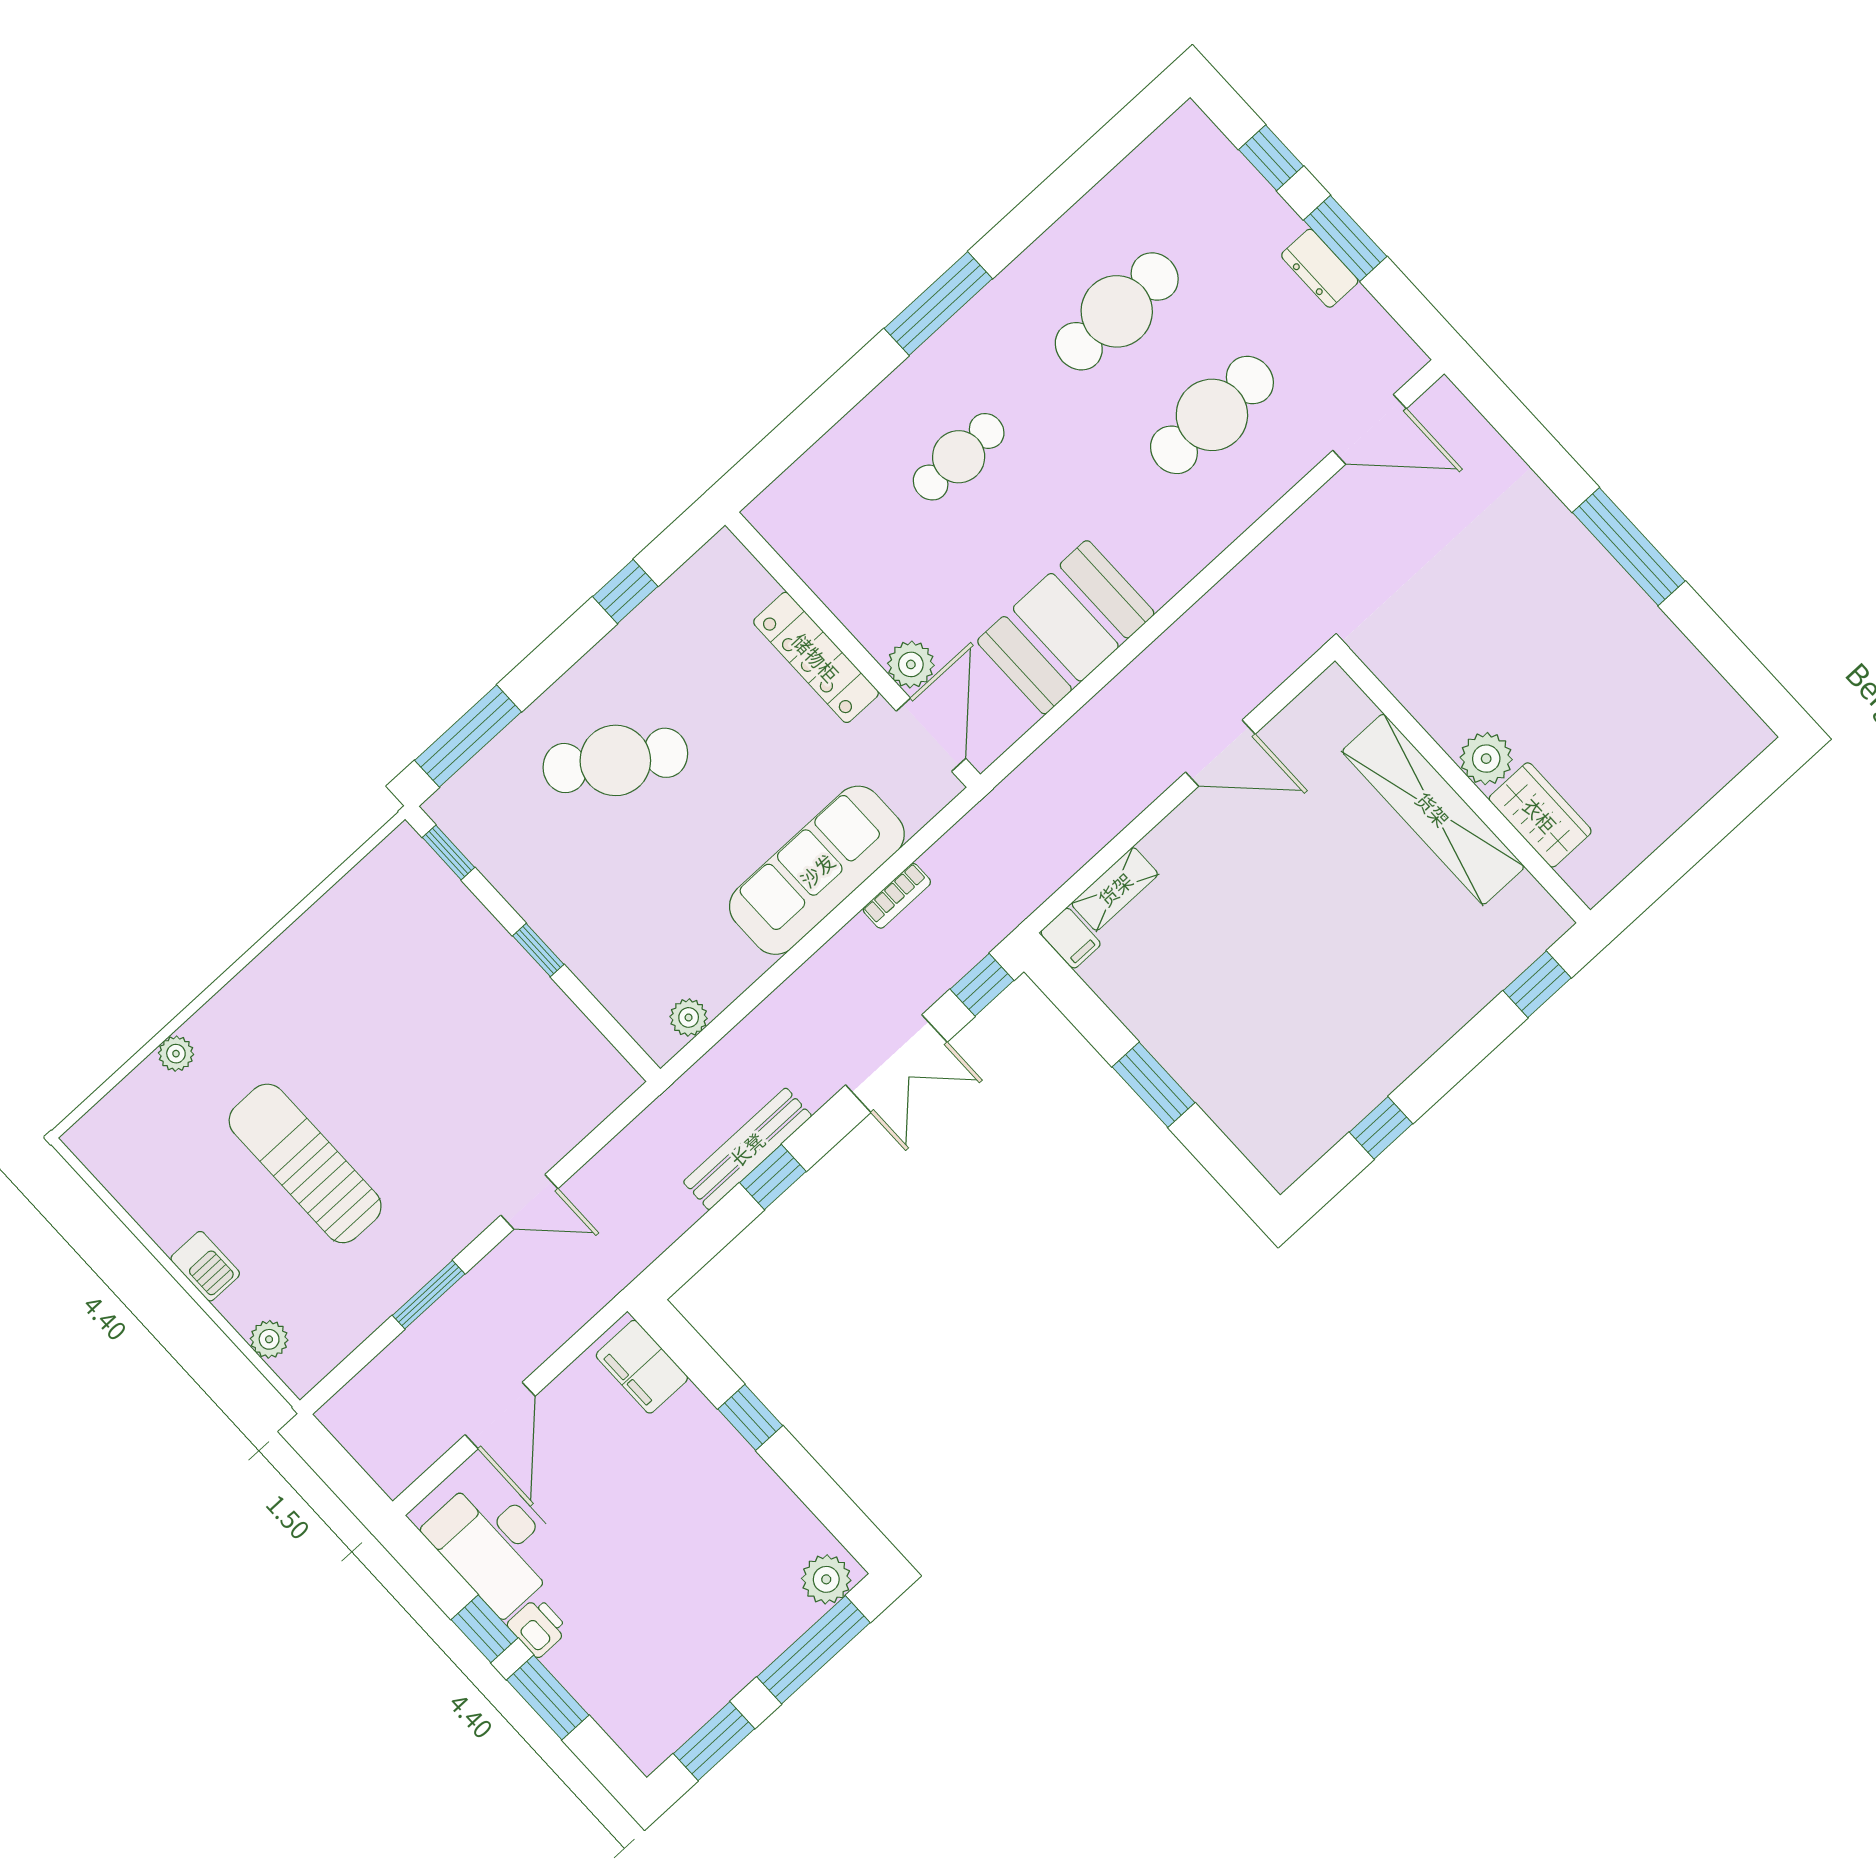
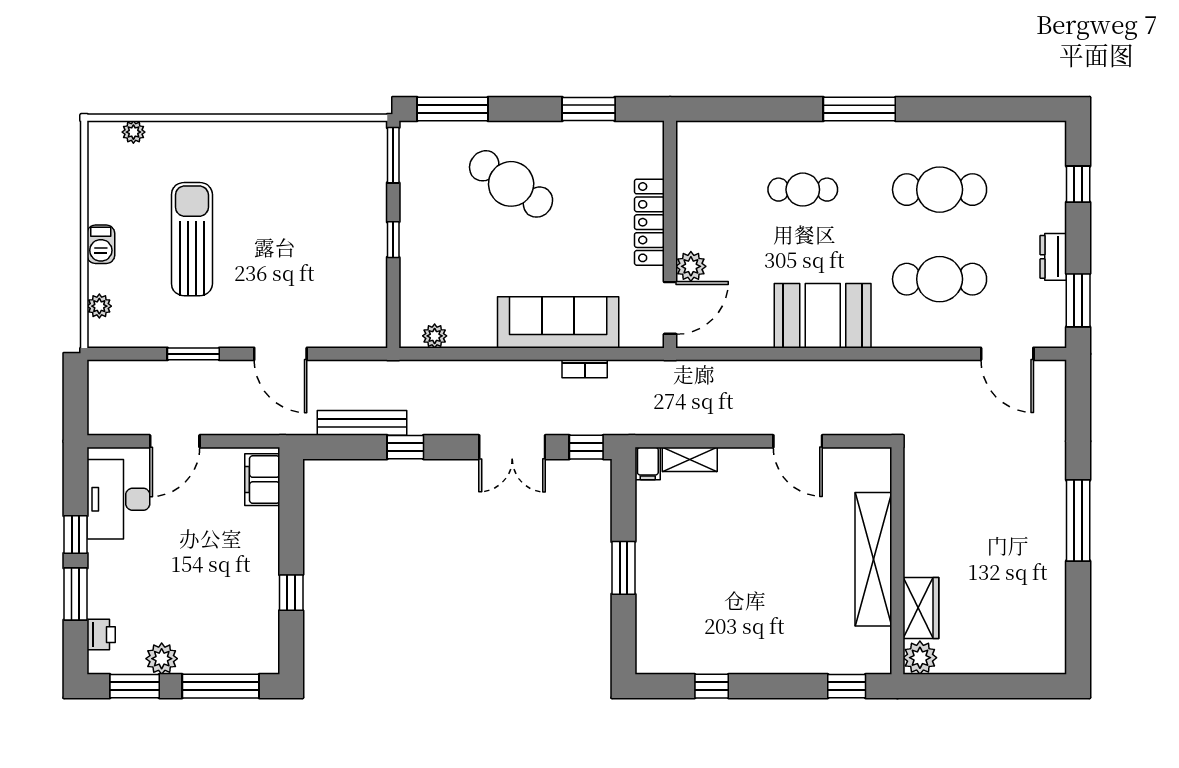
window: (1345, 238) -> (1078, 300), moved
window: (625, 591) -> (589, 109), width x1.50
booth: (1066, 627) -> (823, 316), moved
plant: (1486, 759) -> (920, 658), moved
window: (449, 852) -> (393, 155), width x1.50
plant: (176, 1054) -> (133, 132), moved
bench: (747, 1149) -> (362, 423), moved
door: (529, 1202) -> (280, 354), width x1.38
window: (750, 1417) -> (291, 593), moved
plant: (826, 1579) -> (162, 659), moved
printer: (538, 1627) -> (101, 635), moved

